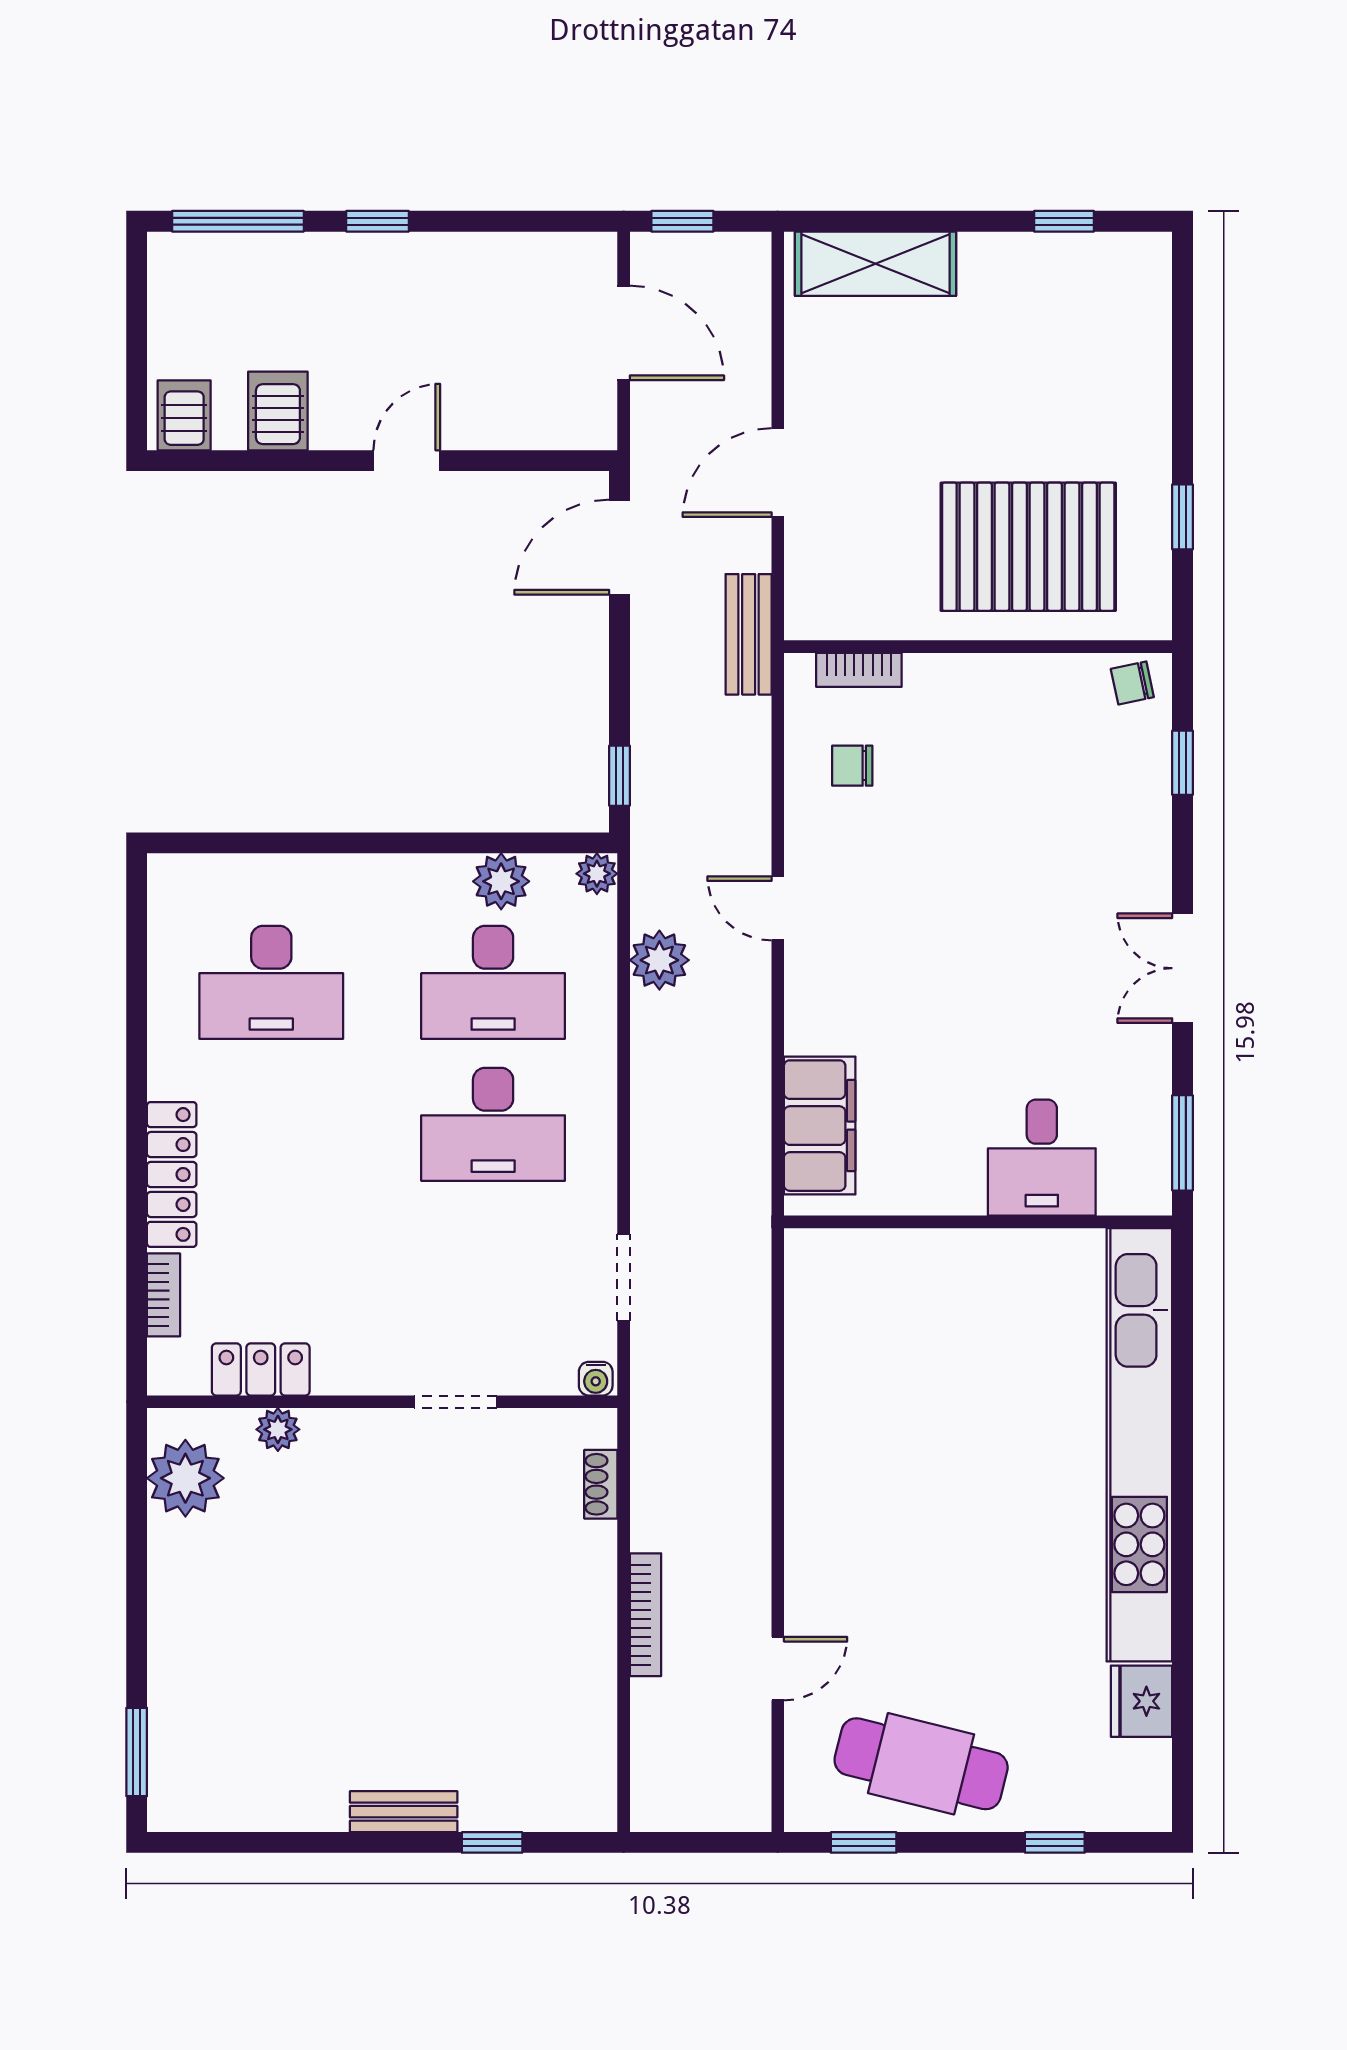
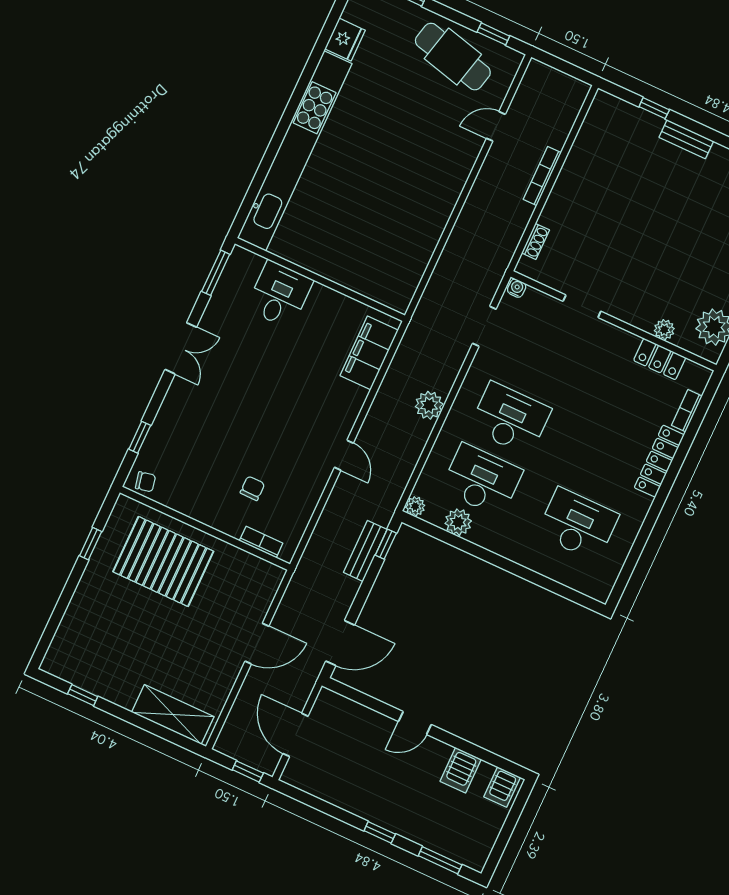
window: (238, 221) -> (440, 860), width x0.69
bench: (749, 634) -> (365, 551), moved
chair: (852, 766) -> (252, 488), moved, turned -90
plant: (659, 960) -> (429, 405), moved

